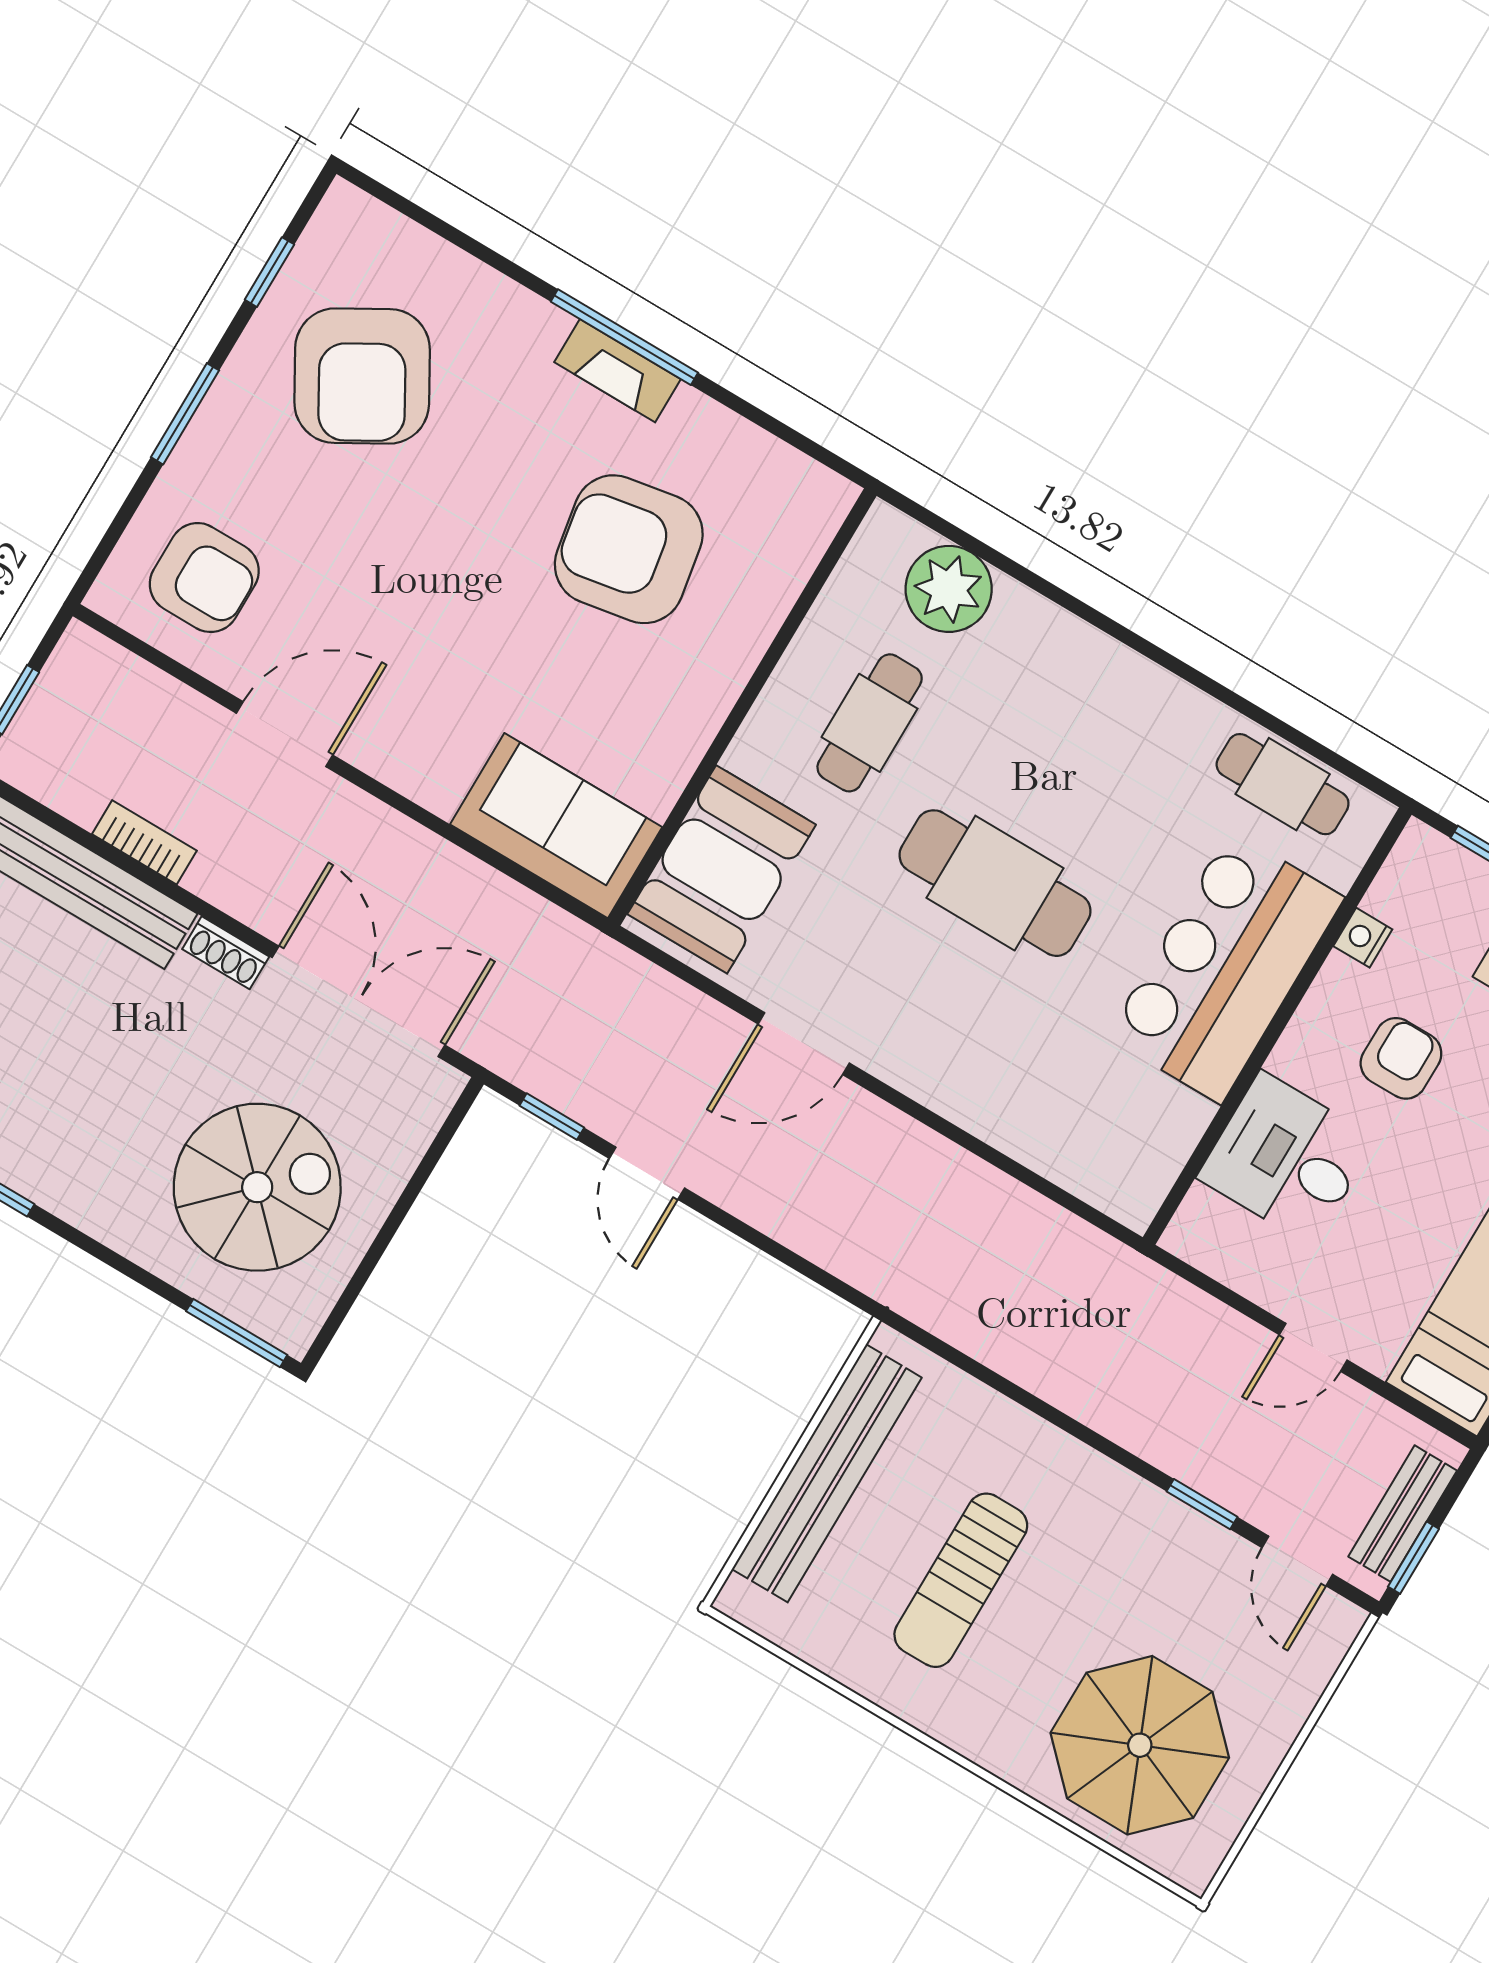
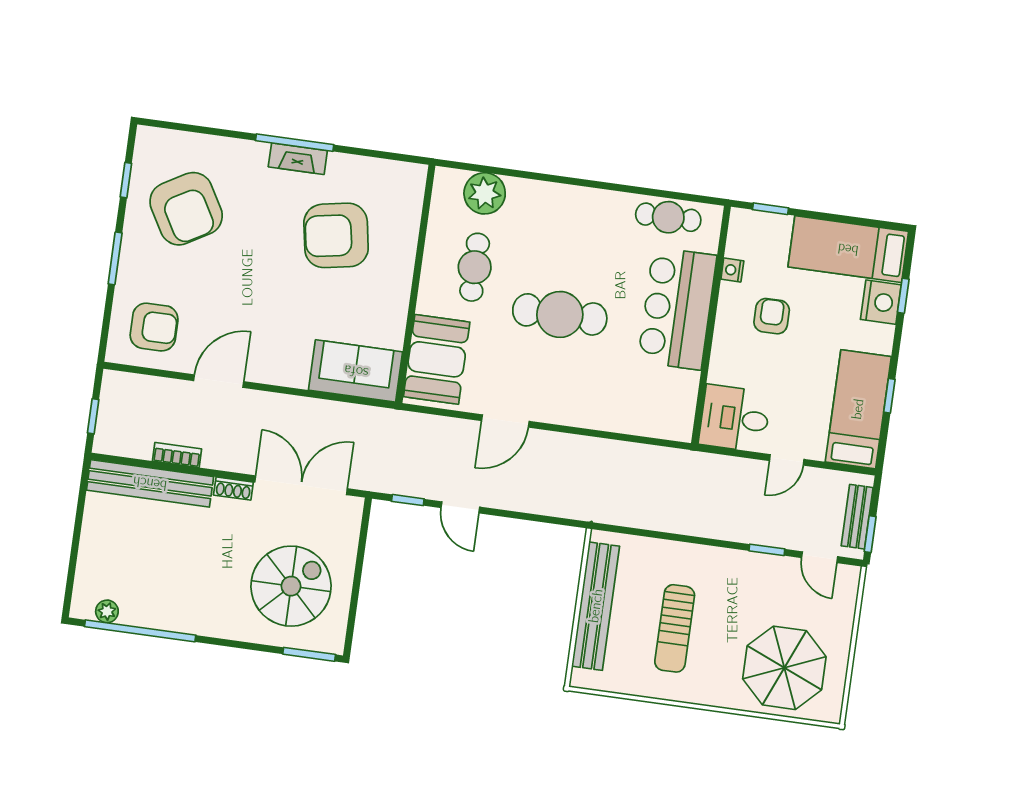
desk: (1287, 1158) -> (735, 418), moved

